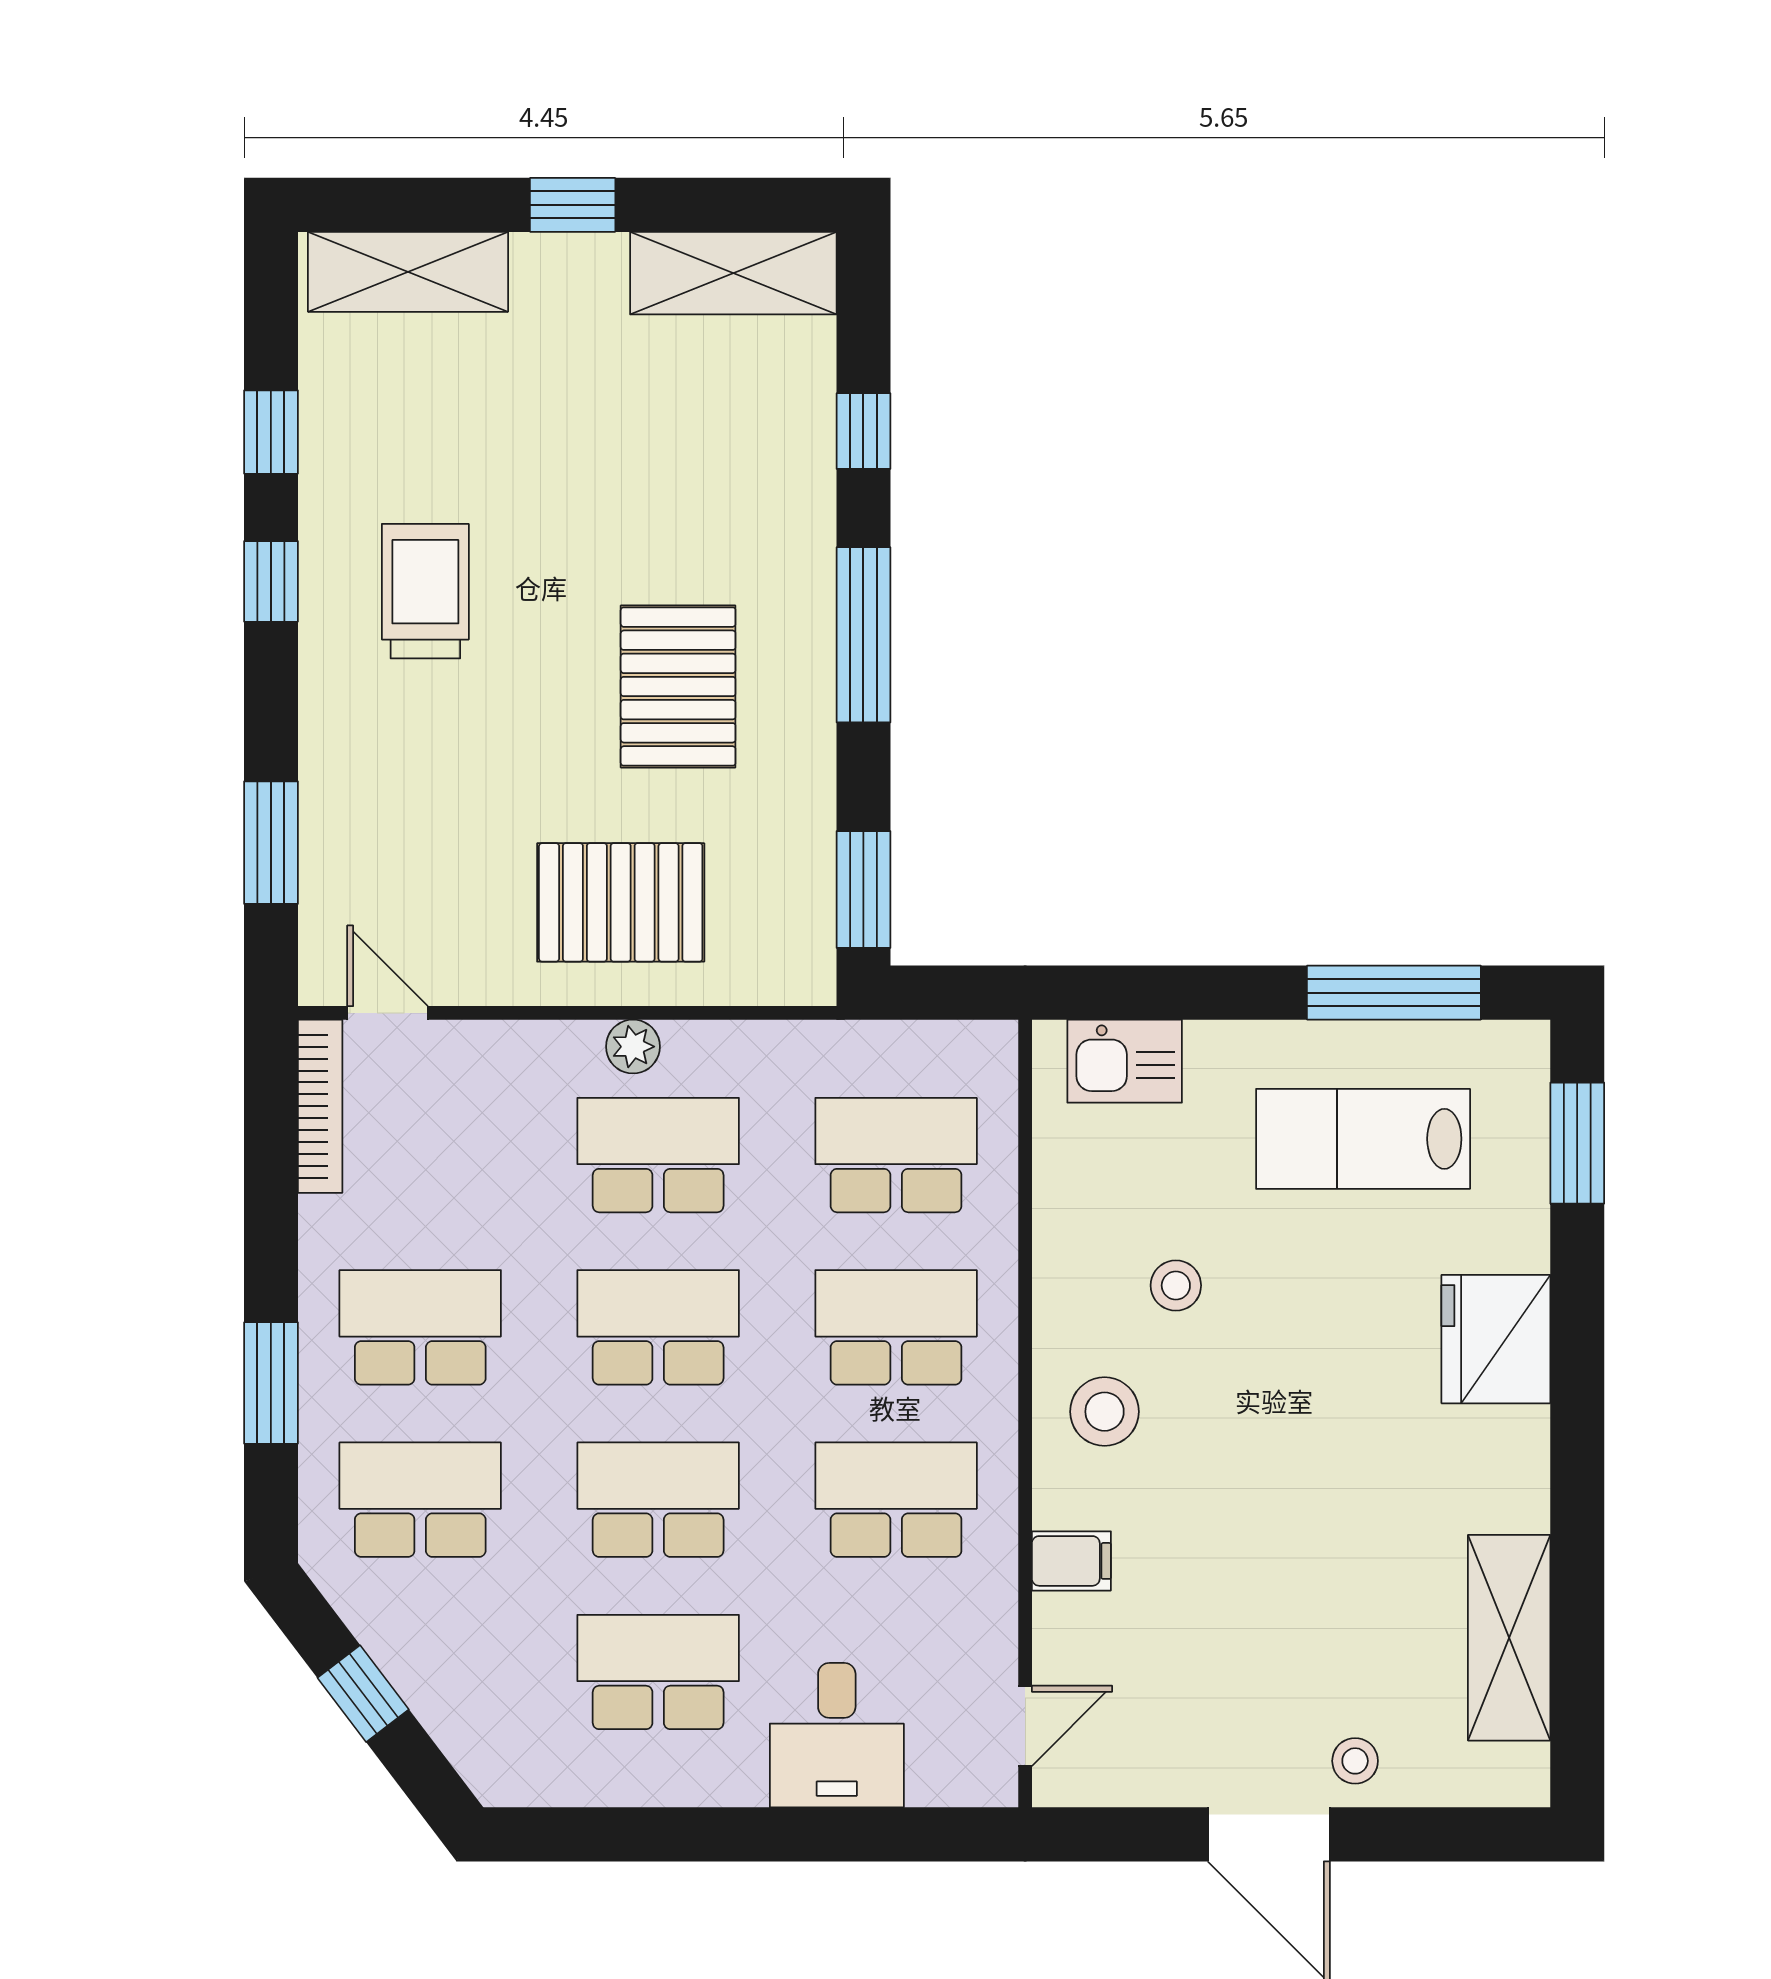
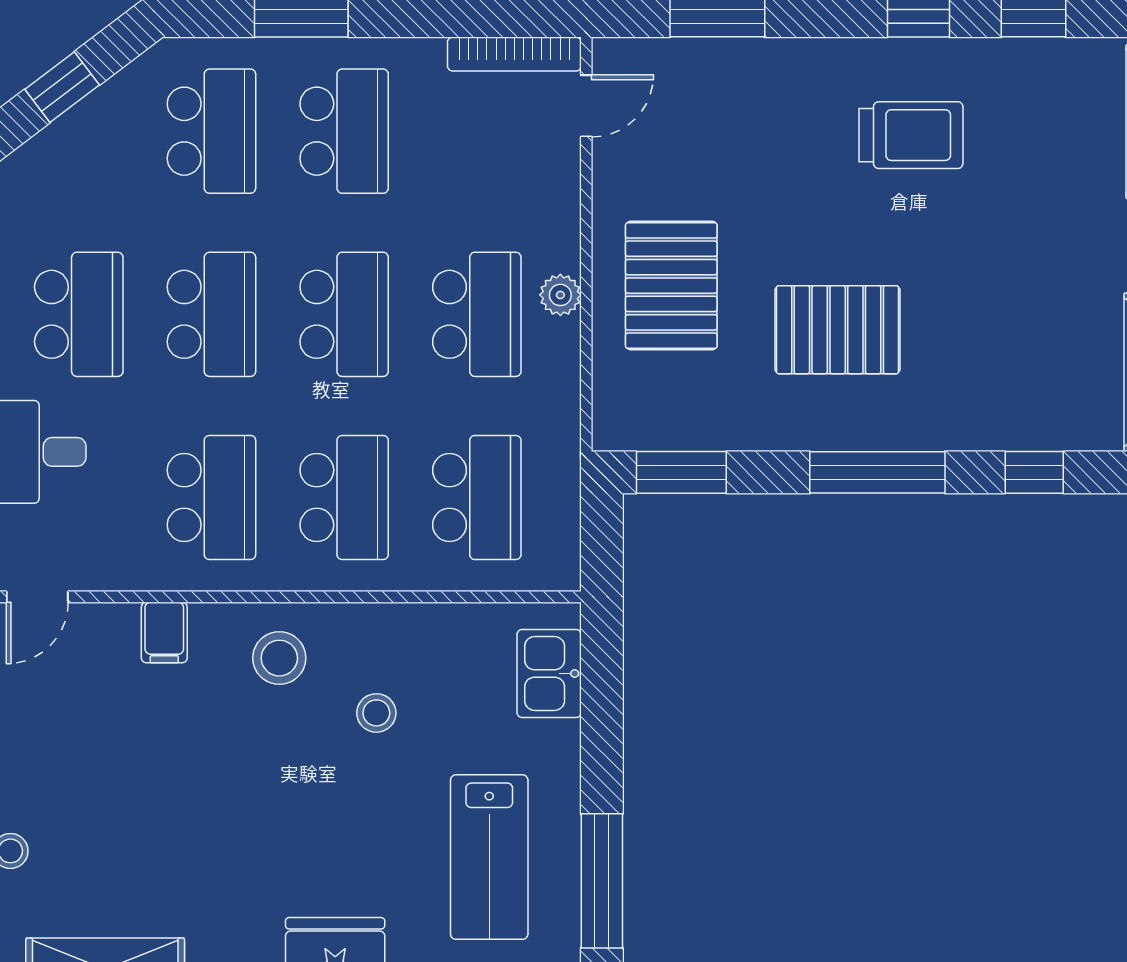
lab bench: (1363, 1139) -> (489, 857), turned 180
door: (1025, 1726) -> (37, 597), hinge flipped

